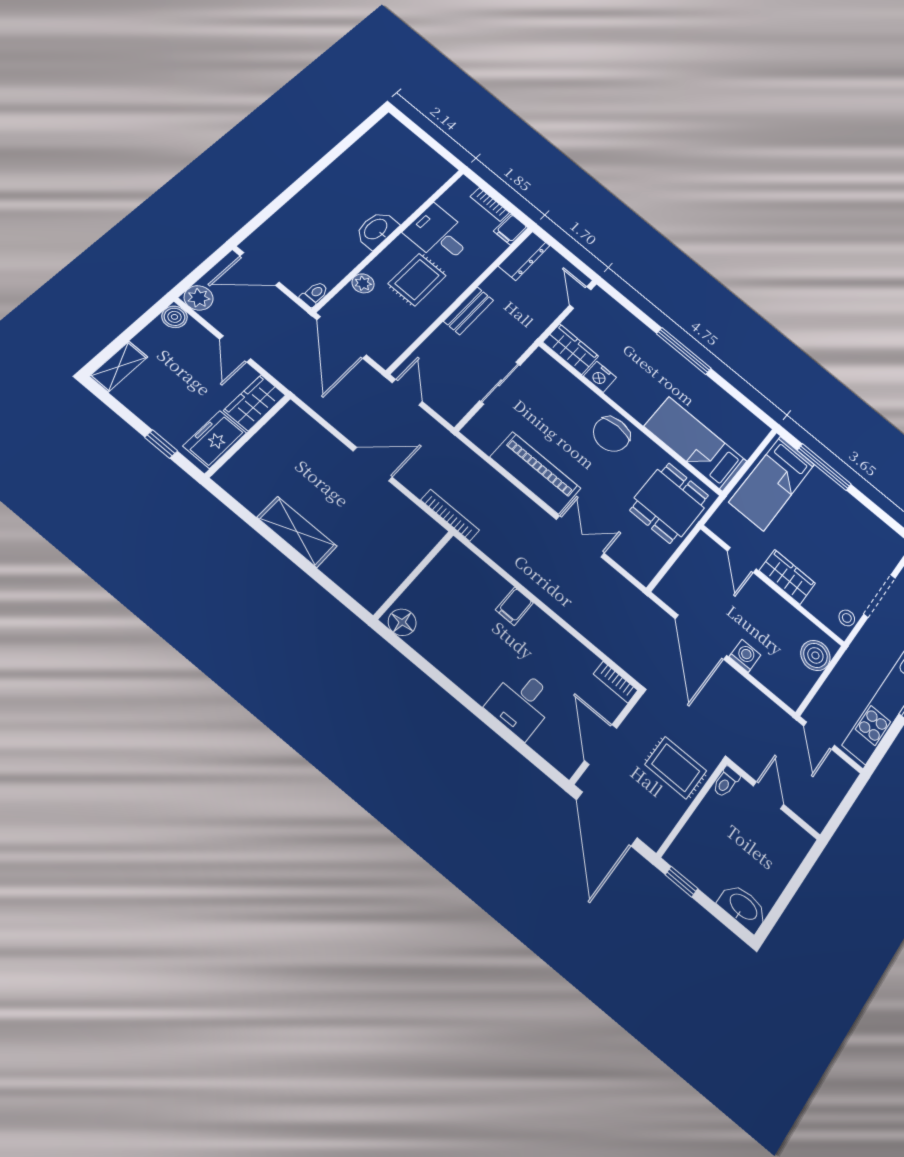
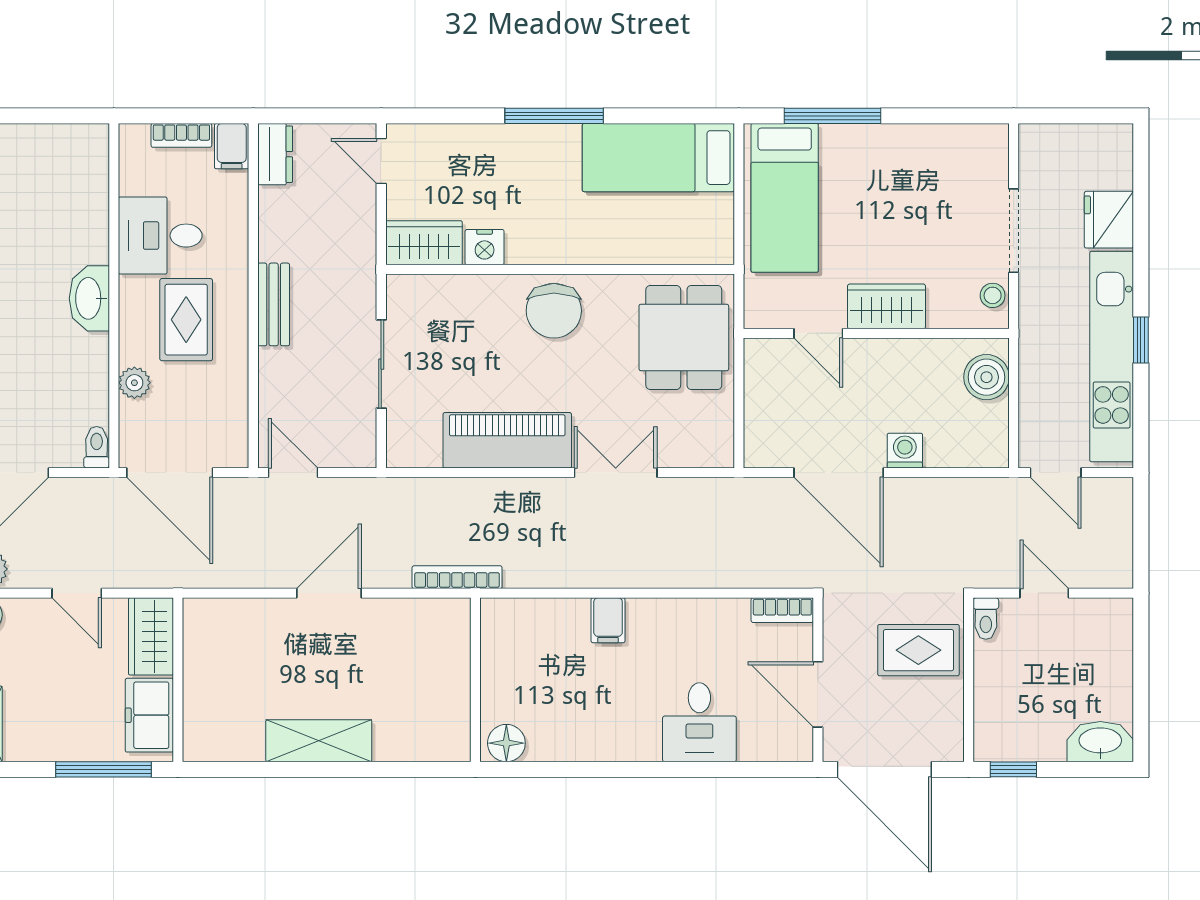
dresser: (524, 256) -> (275, 154), width x0.70
window: (161, 444) -> (103, 769), width x2.17
bed: (696, 444) -> (658, 158), moved

